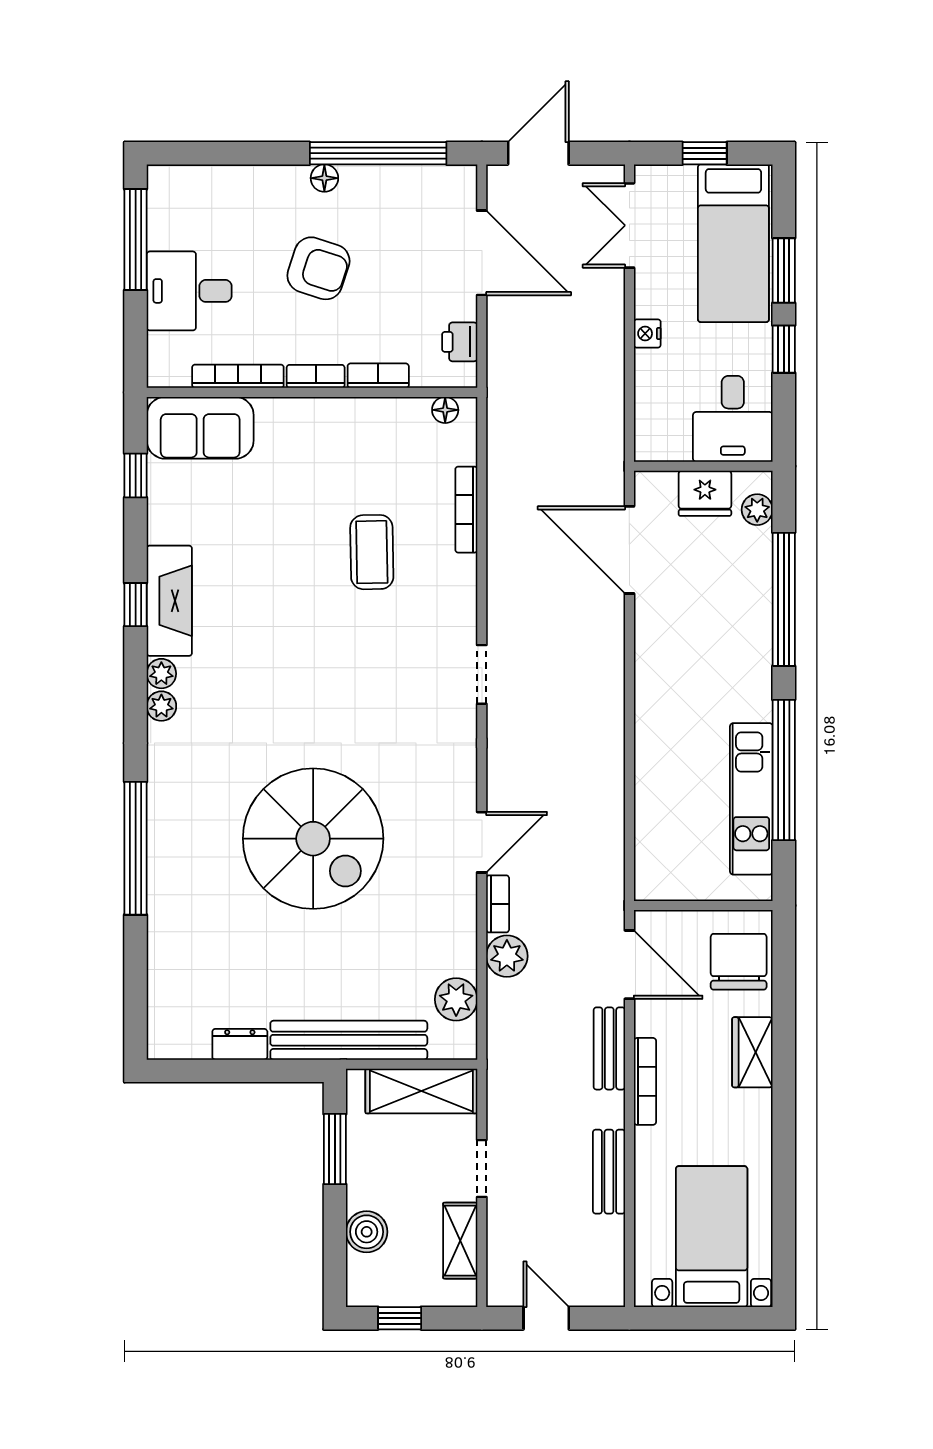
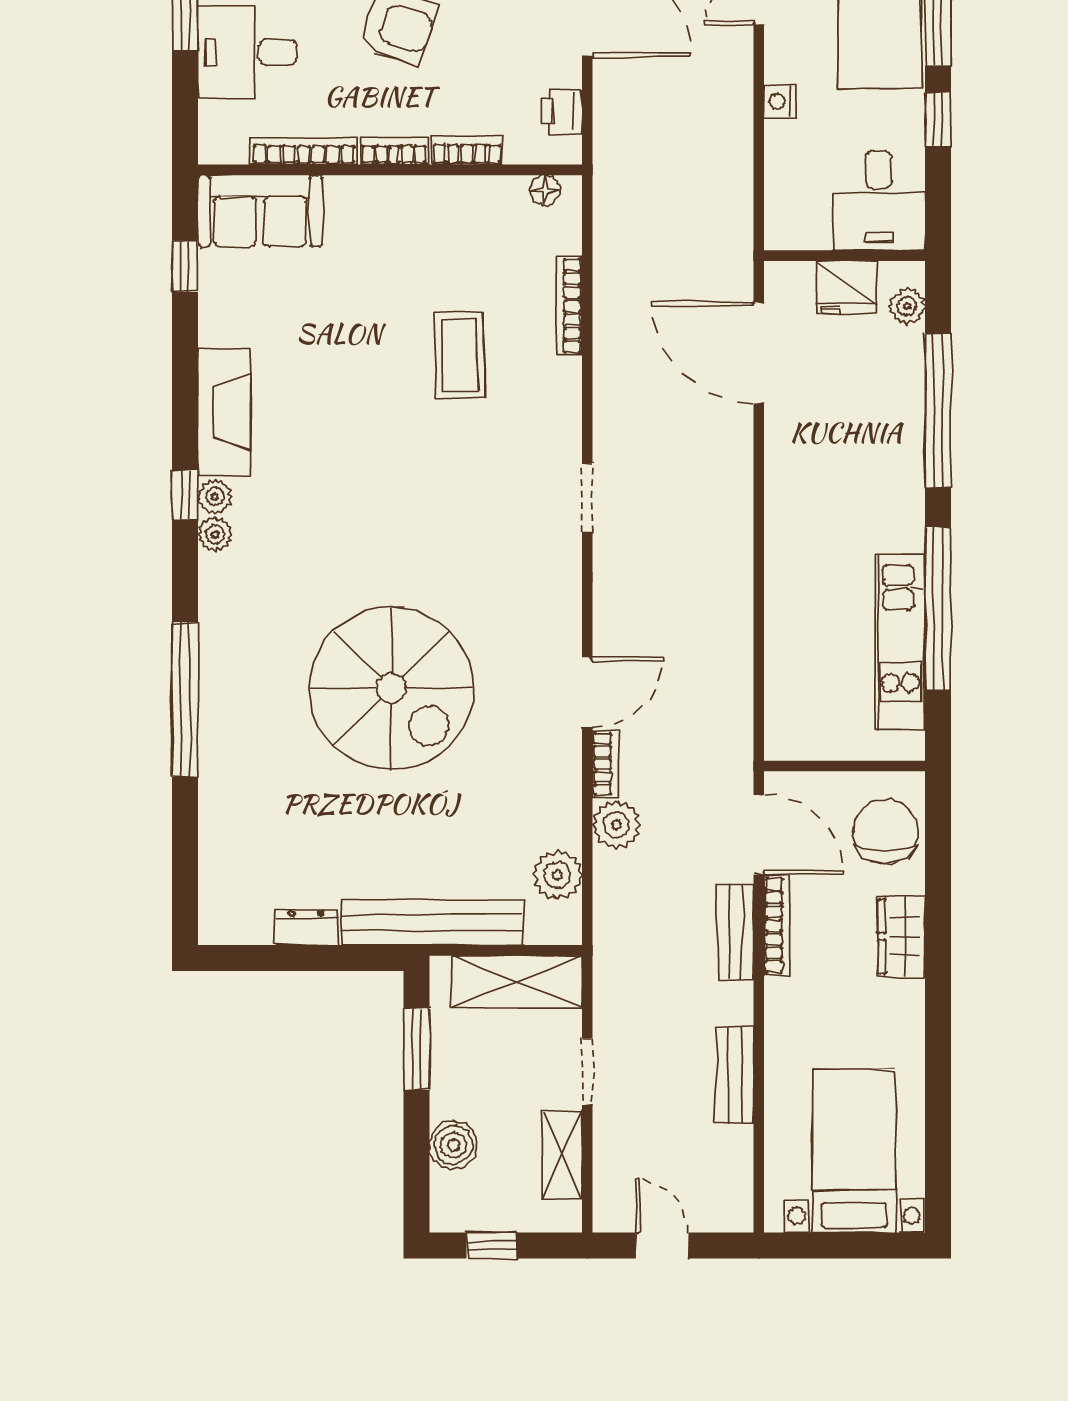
window: (136, 605) -> (185, 495), moved
bookcase: (645, 1081) -> (777, 925), moved

